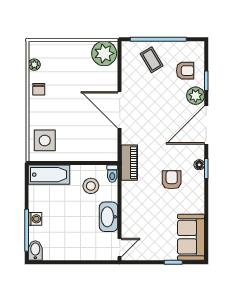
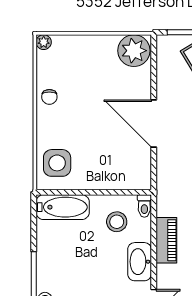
plant: (34, 65) -> (44, 42), moved
piano: (129, 163) -> (166, 240), moved
washing machine: (35, 219) -> (45, 264), removed

